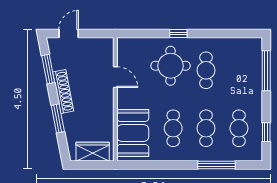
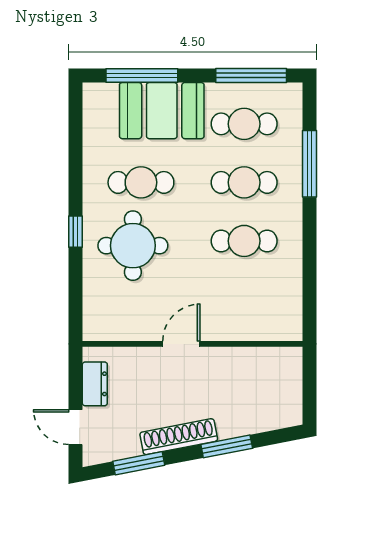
dresser: (93, 44) -> (95, 384), added
door: (115, 77) -> (181, 344), moved
window: (266, 132) -> (251, 75), width x2.17
booth: (133, 133) -> (162, 111), moved
wardrobe: (93, 152) -> (286, 384), removed

